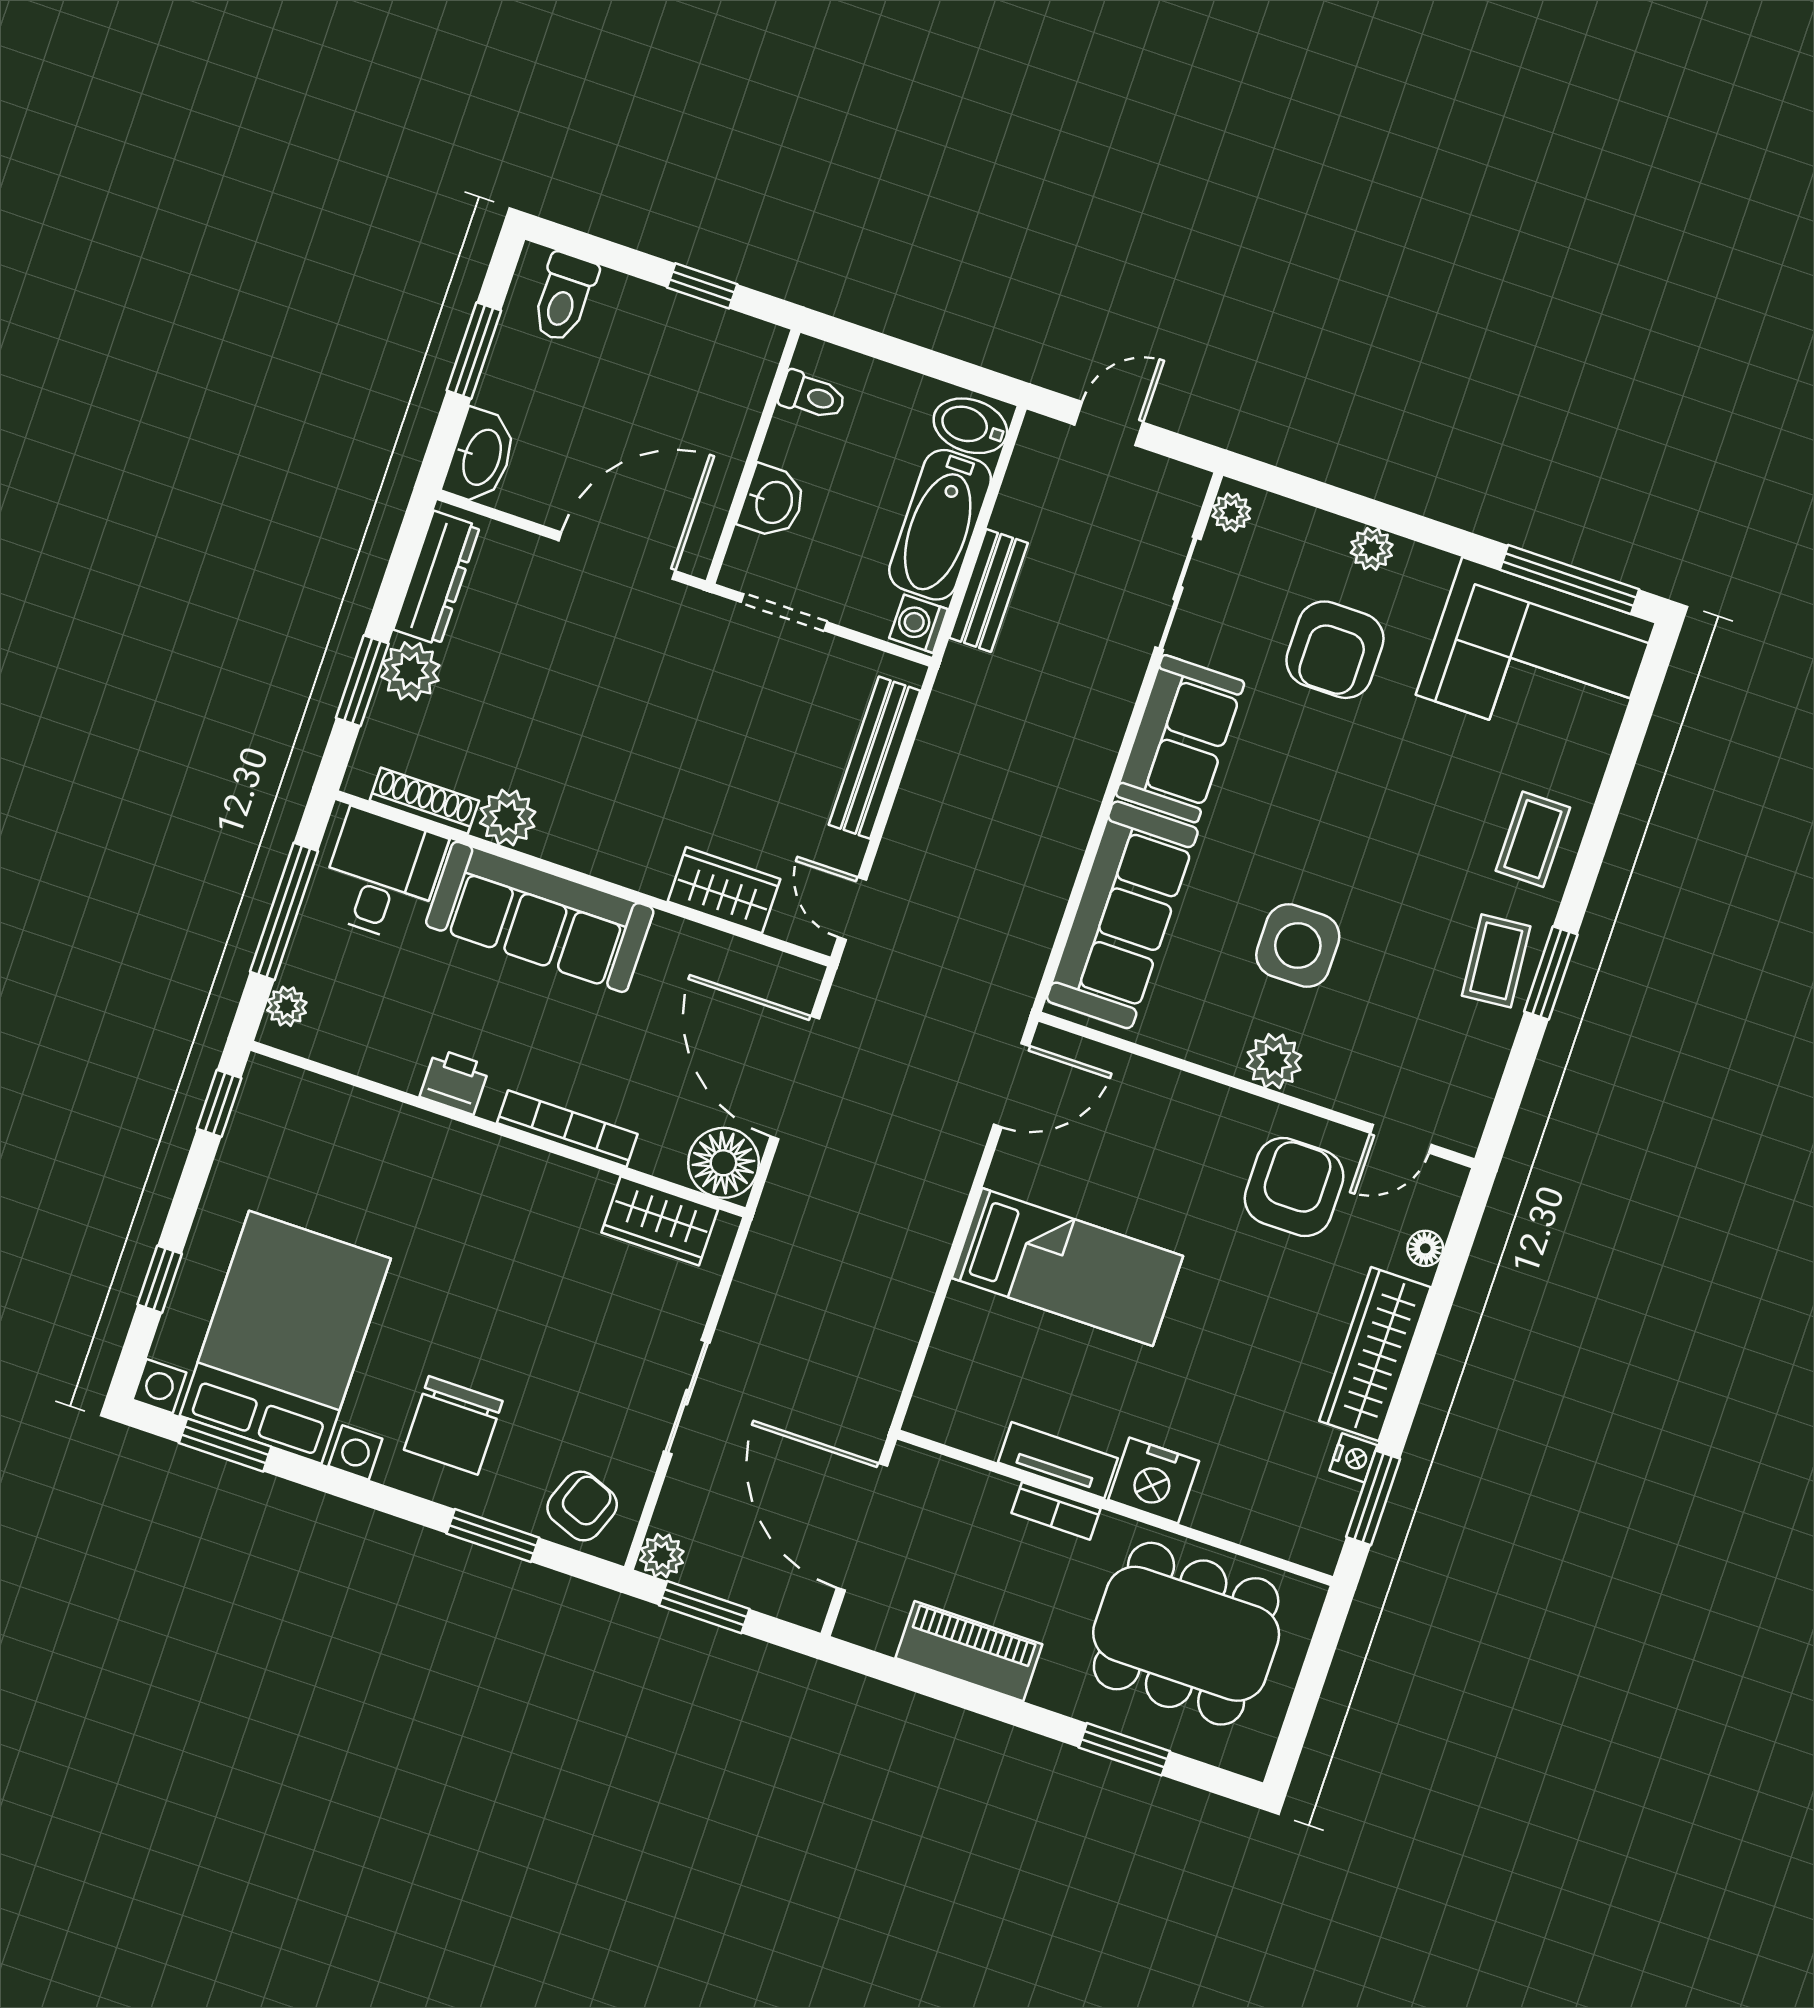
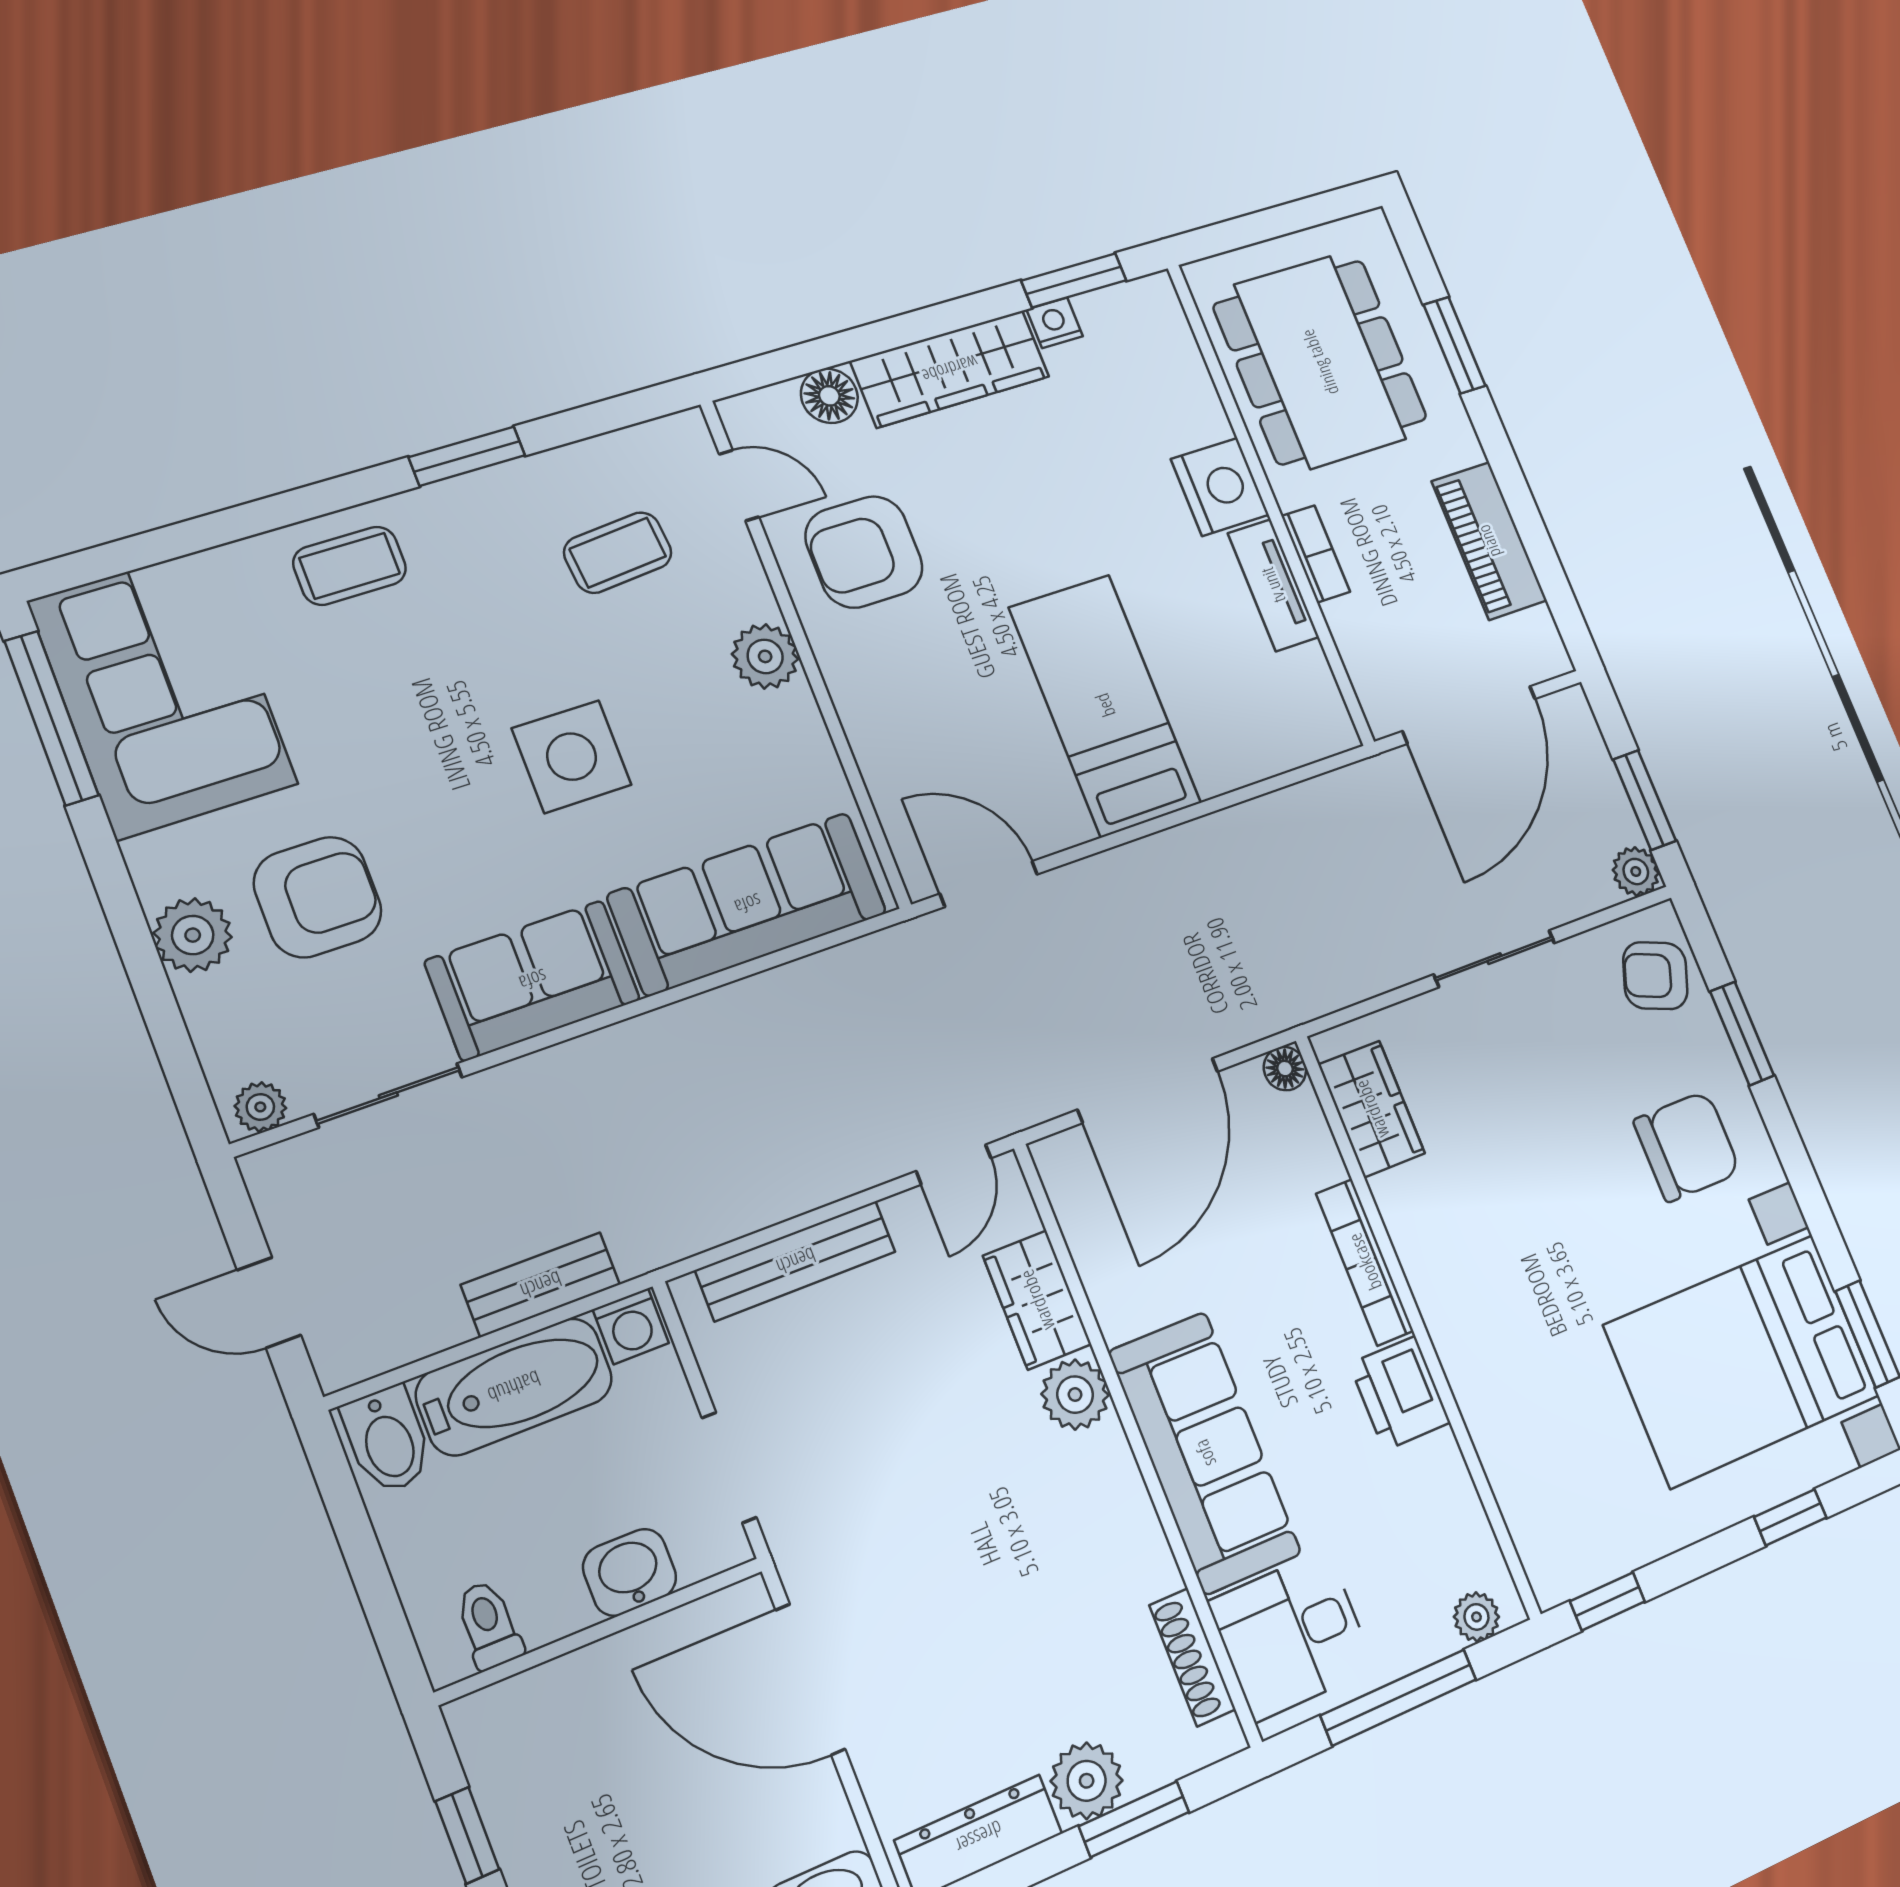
plant: (1372, 549) -> (193, 935), width x1.38, depth x1.38
plant: (508, 817) -> (1075, 1395), moved
side table: (1298, 946) -> (572, 757), moved
coffee table: (1496, 961) -> (618, 553), moved
printer: (455, 1082) -> (1400, 1393), width x1.36, depth x1.24
floor lamp: (723, 1163) -> (1285, 1069), width x0.53, depth x0.53
floor lamp: (1425, 1248) -> (829, 396), width x1.37, depth x1.37

